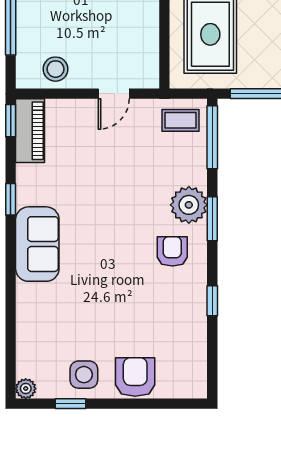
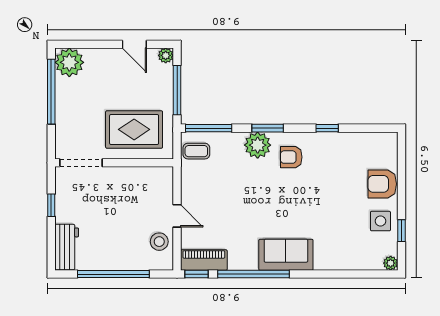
door: (114, 94) -> (177, 216), moved
coffee table: (180, 120) -> (196, 151), turned 90
window: (11, 199) -> (254, 274), width x3.17

